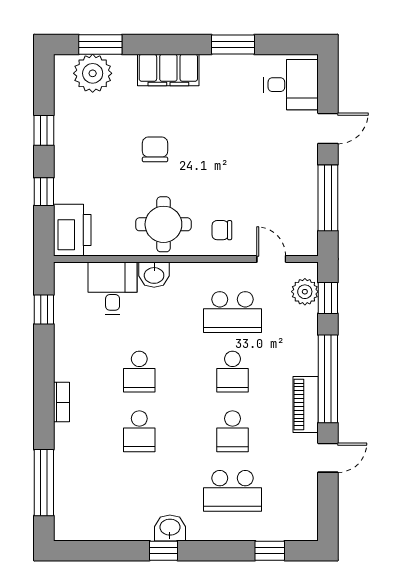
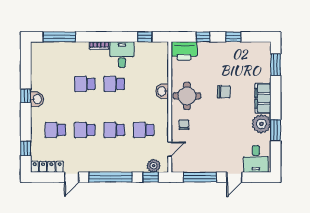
plant: (93, 73) -> (261, 124), moved
door: (328, 128) -> (234, 177), hinge flipped
desk: (113, 288) -> (122, 55), moved, turned -90
school desk: (233, 312) -> (144, 130), width x0.54
piano: (306, 404) -> (98, 166), removed
door: (328, 458) -> (72, 177), hinge flipped
school desk: (233, 491) -> (55, 130), width x0.54
locker: (307, 507) -> (47, 167), added

